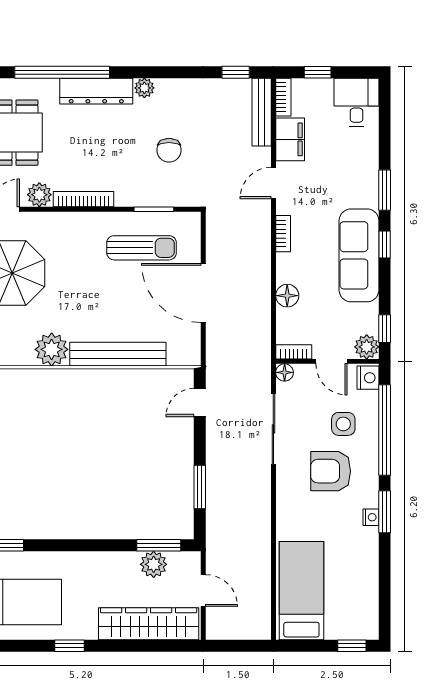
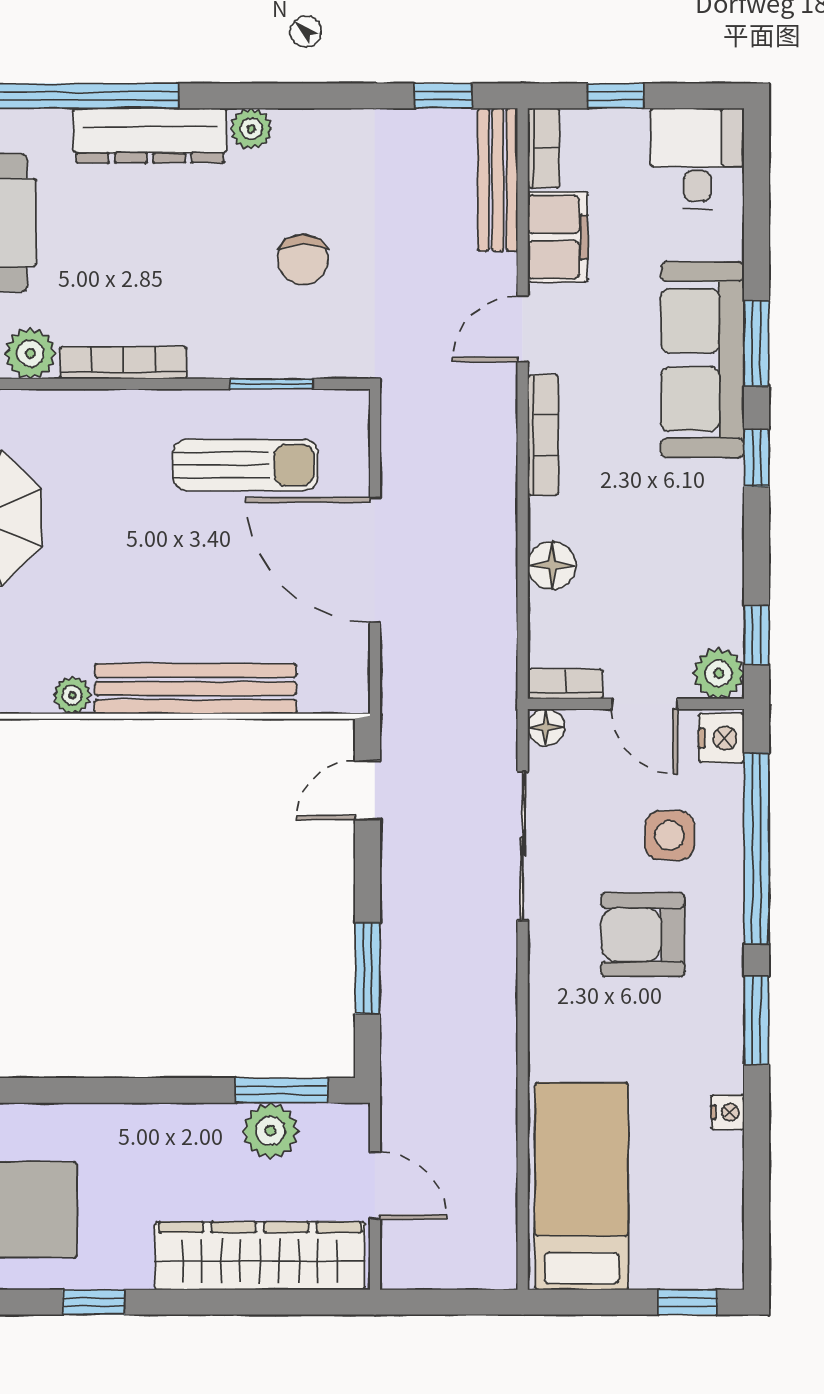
bookcase: (283, 234) -> (543, 435), width x1.56
sofa: (359, 255) -> (703, 360), moved
plant: (52, 349) -> (72, 695), width x0.53, depth x0.53
nightstand: (371, 517) -> (728, 1112), moved

